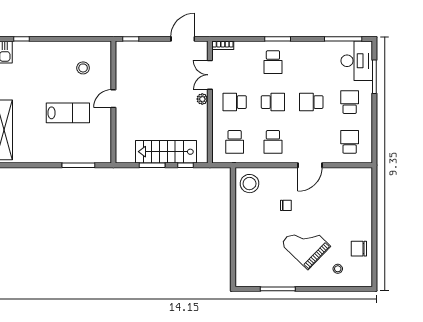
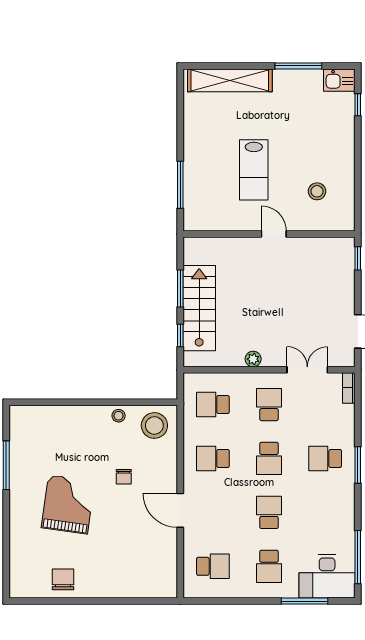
plant: (202, 99) -> (253, 359), moved
school desk: (350, 102) -> (269, 566), turned 90
grand piano: (306, 245) -> (68, 505), turned -36
stool: (338, 269) -> (119, 416), moved

